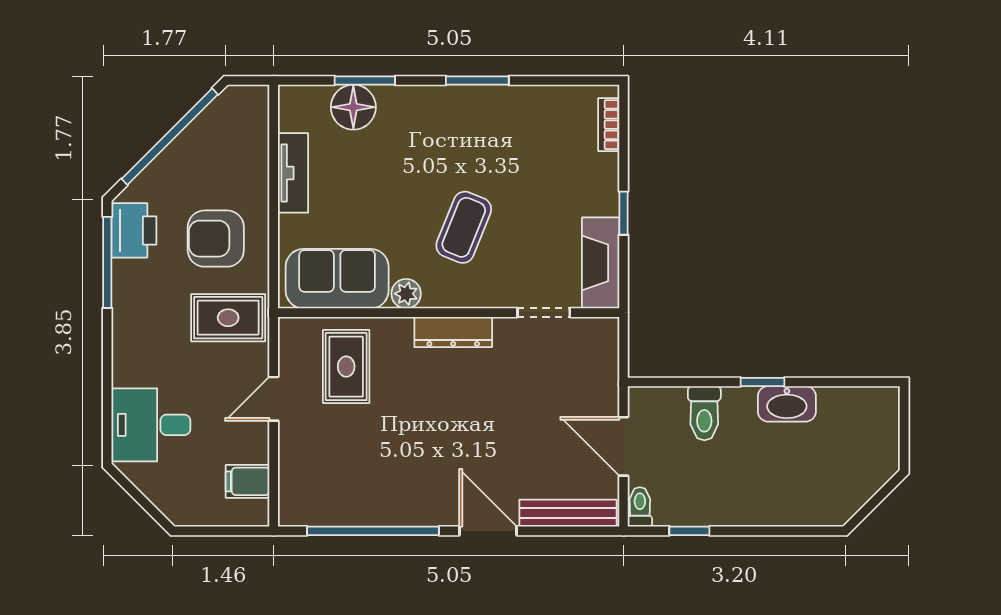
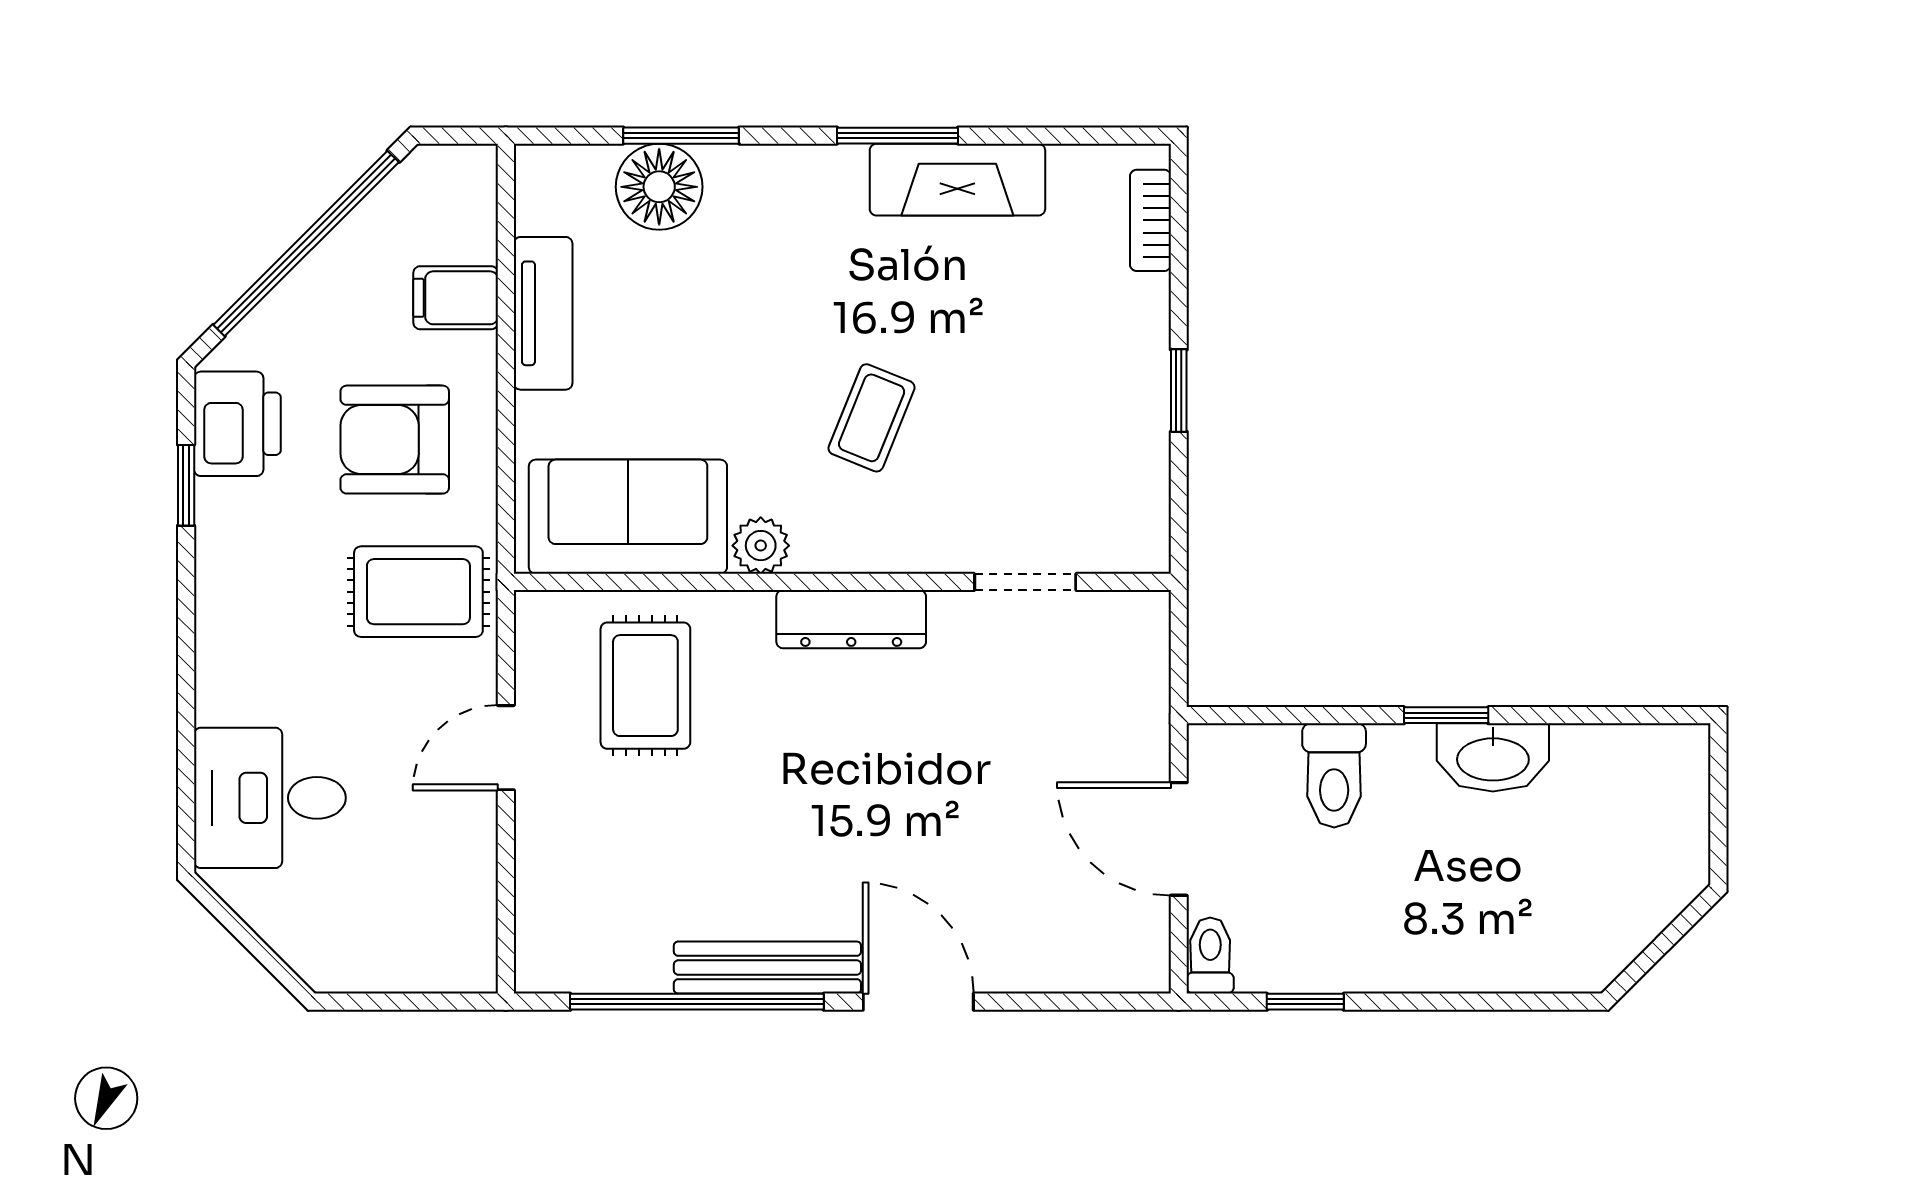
coffee table: (464, 227) -> (872, 418), width x0.73, depth x0.77
window: (107, 262) -> (186, 485), width x0.46
fireplace: (601, 263) -> (957, 180), moved, turned -90
filing cabinet: (248, 481) -> (456, 298), moved
bench: (568, 513) -> (767, 967), moved

